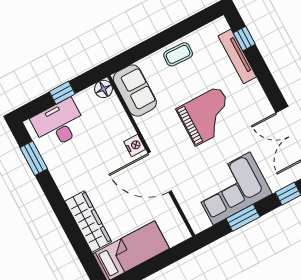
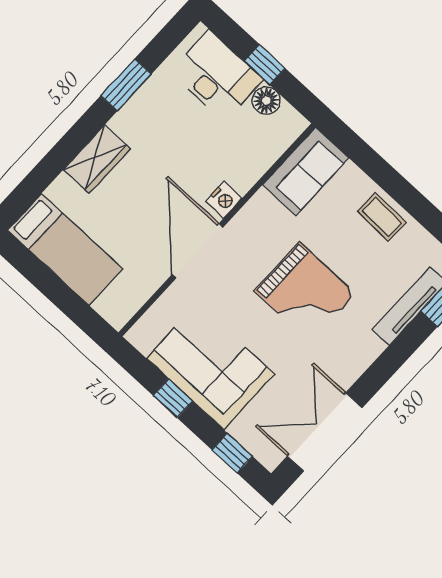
floor lamp: (104, 89) -> (266, 101), moved
window: (34, 158) -> (126, 85), moved
window: (243, 218) -> (173, 398), width x0.67
wardrobe: (88, 222) -> (97, 159), width x0.67

